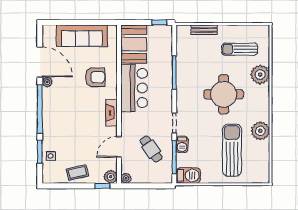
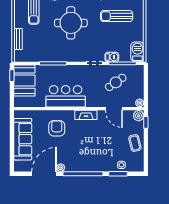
booth: (134, 44) -> (24, 81), moved, turned 90
sun lounger: (232, 150) -> (117, 16), width x0.73, depth x0.75

